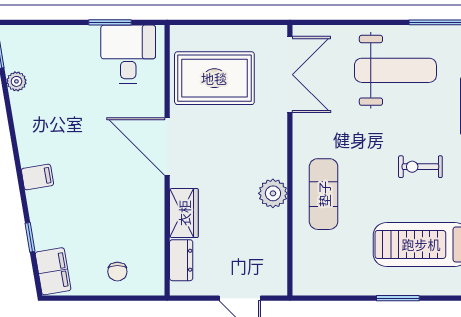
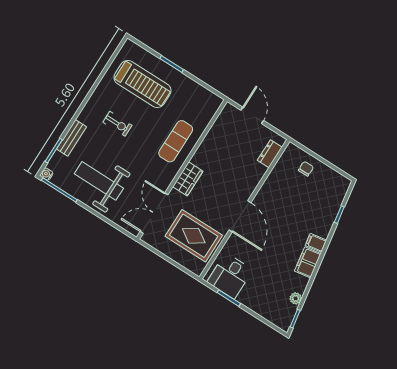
plant: (273, 193) -> (201, 158), removed
wardrobe: (184, 213) -> (188, 179), moved, turned 180
filing cabinet: (53, 271) -> (308, 262), moved

